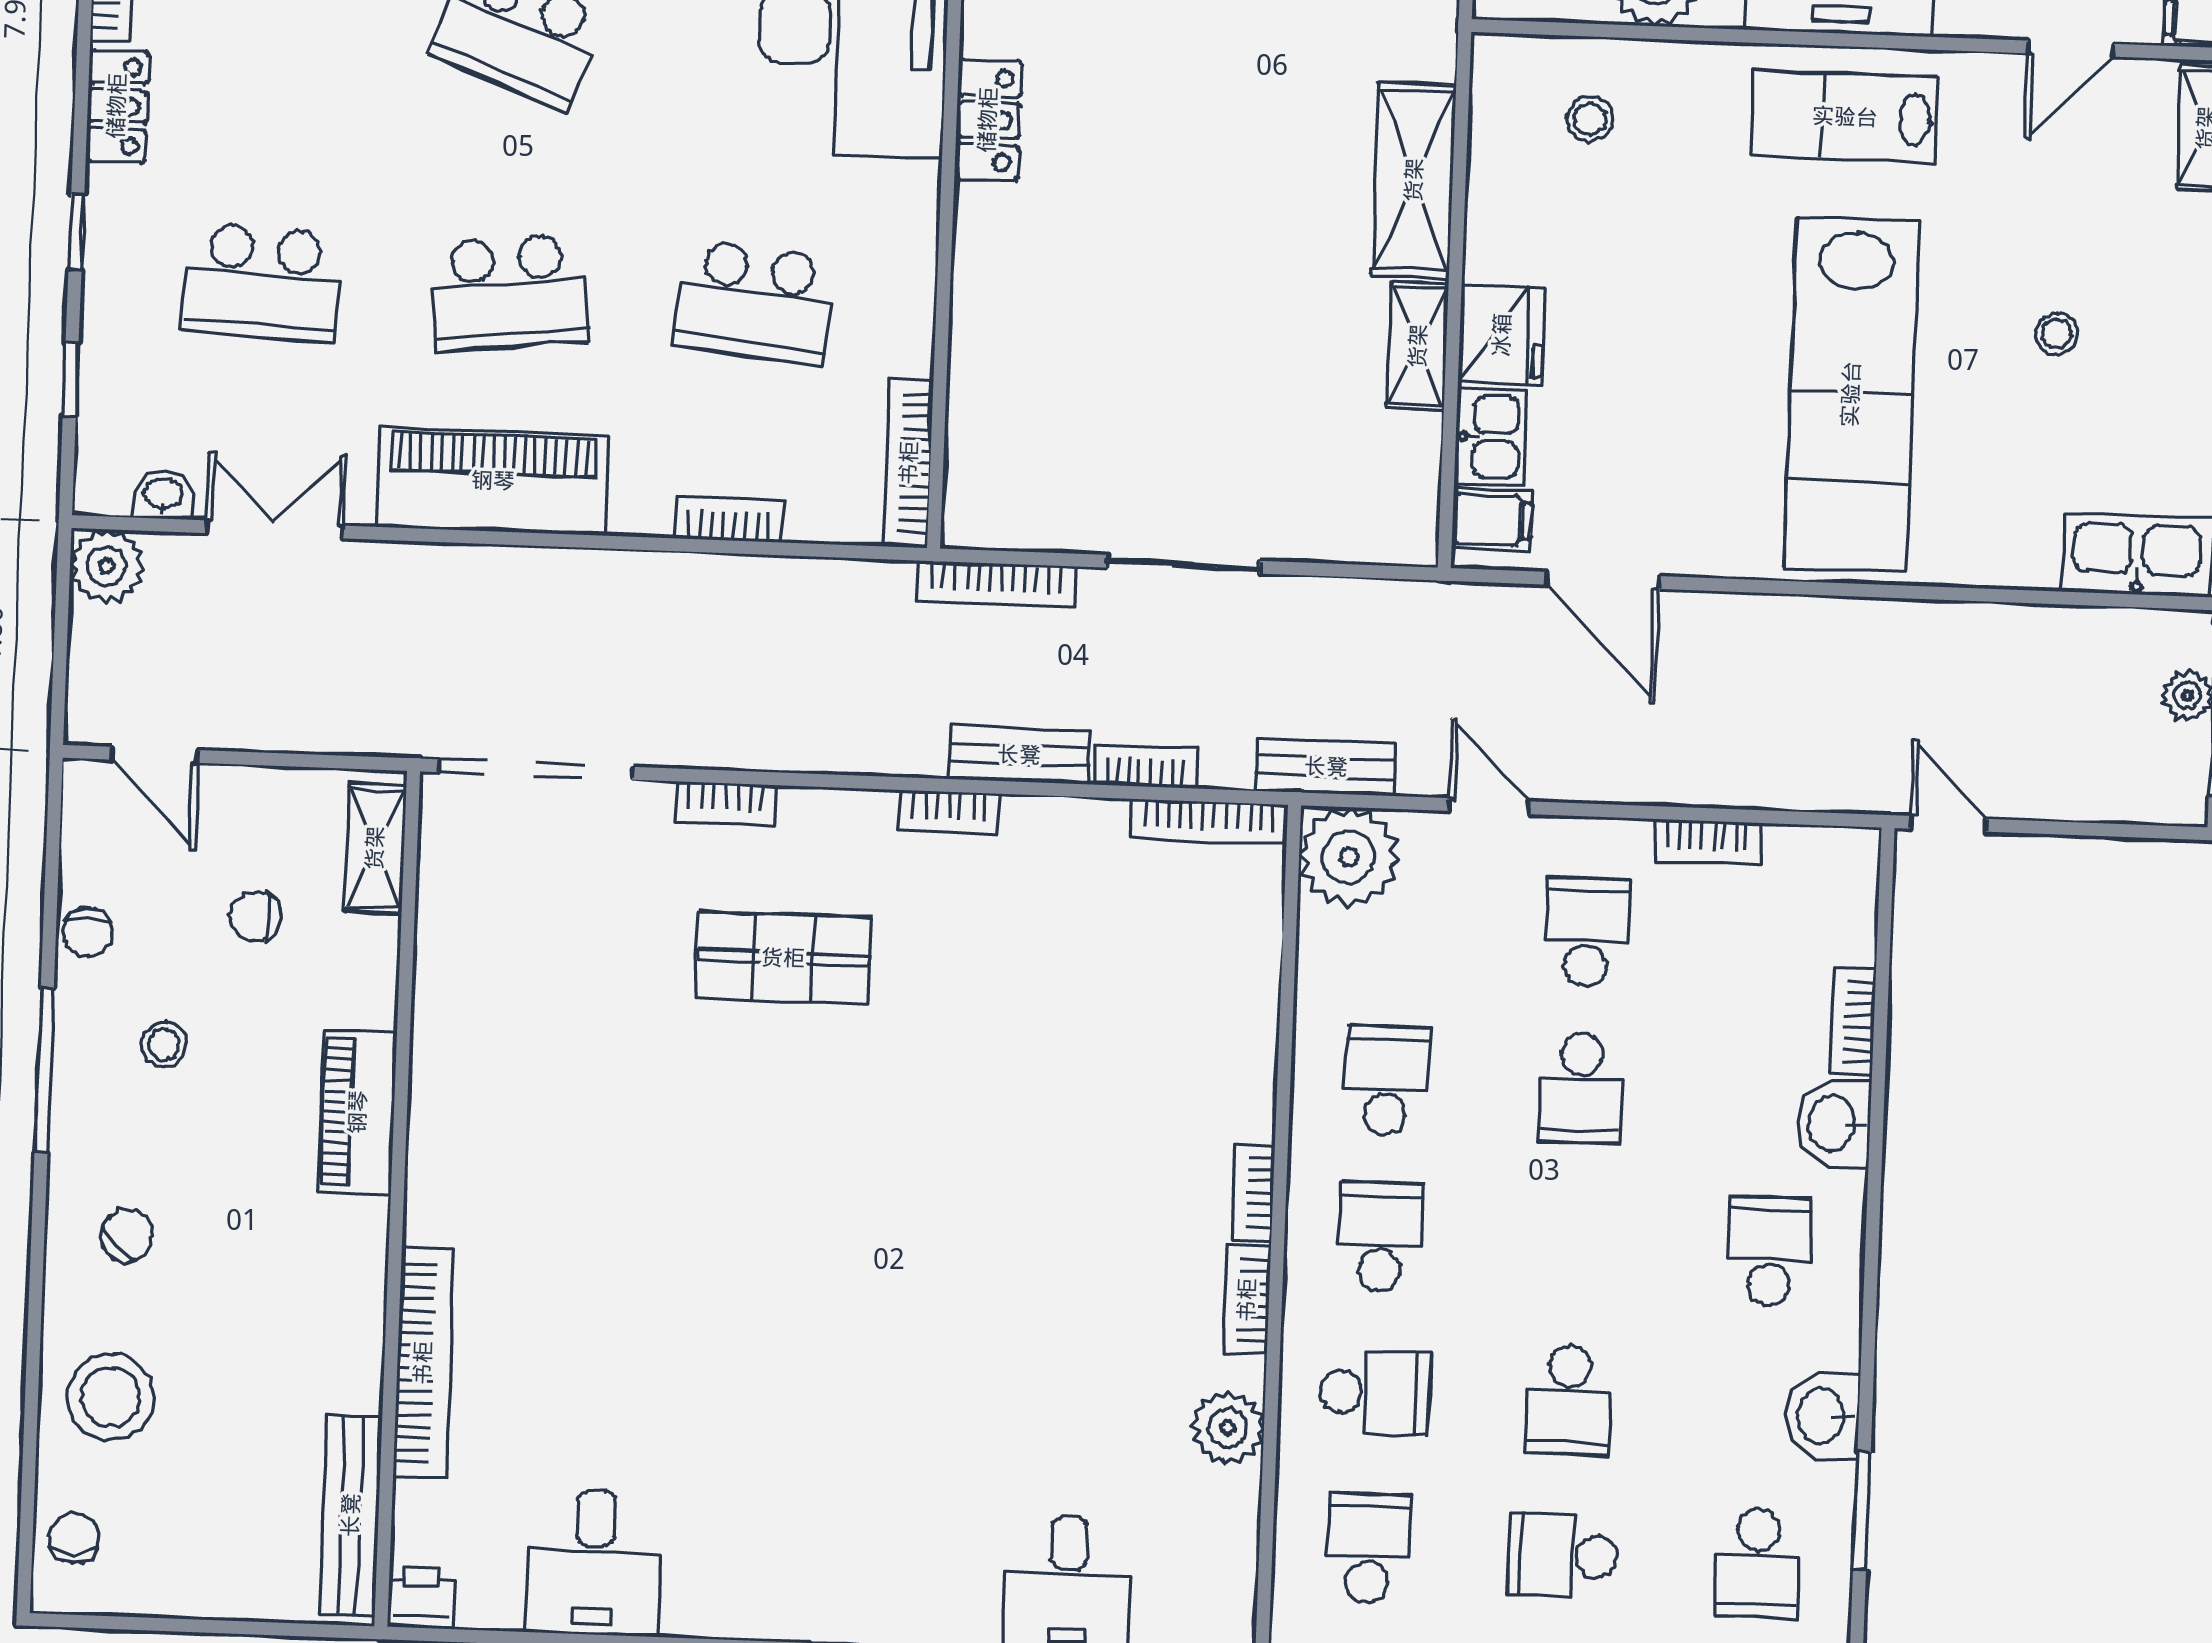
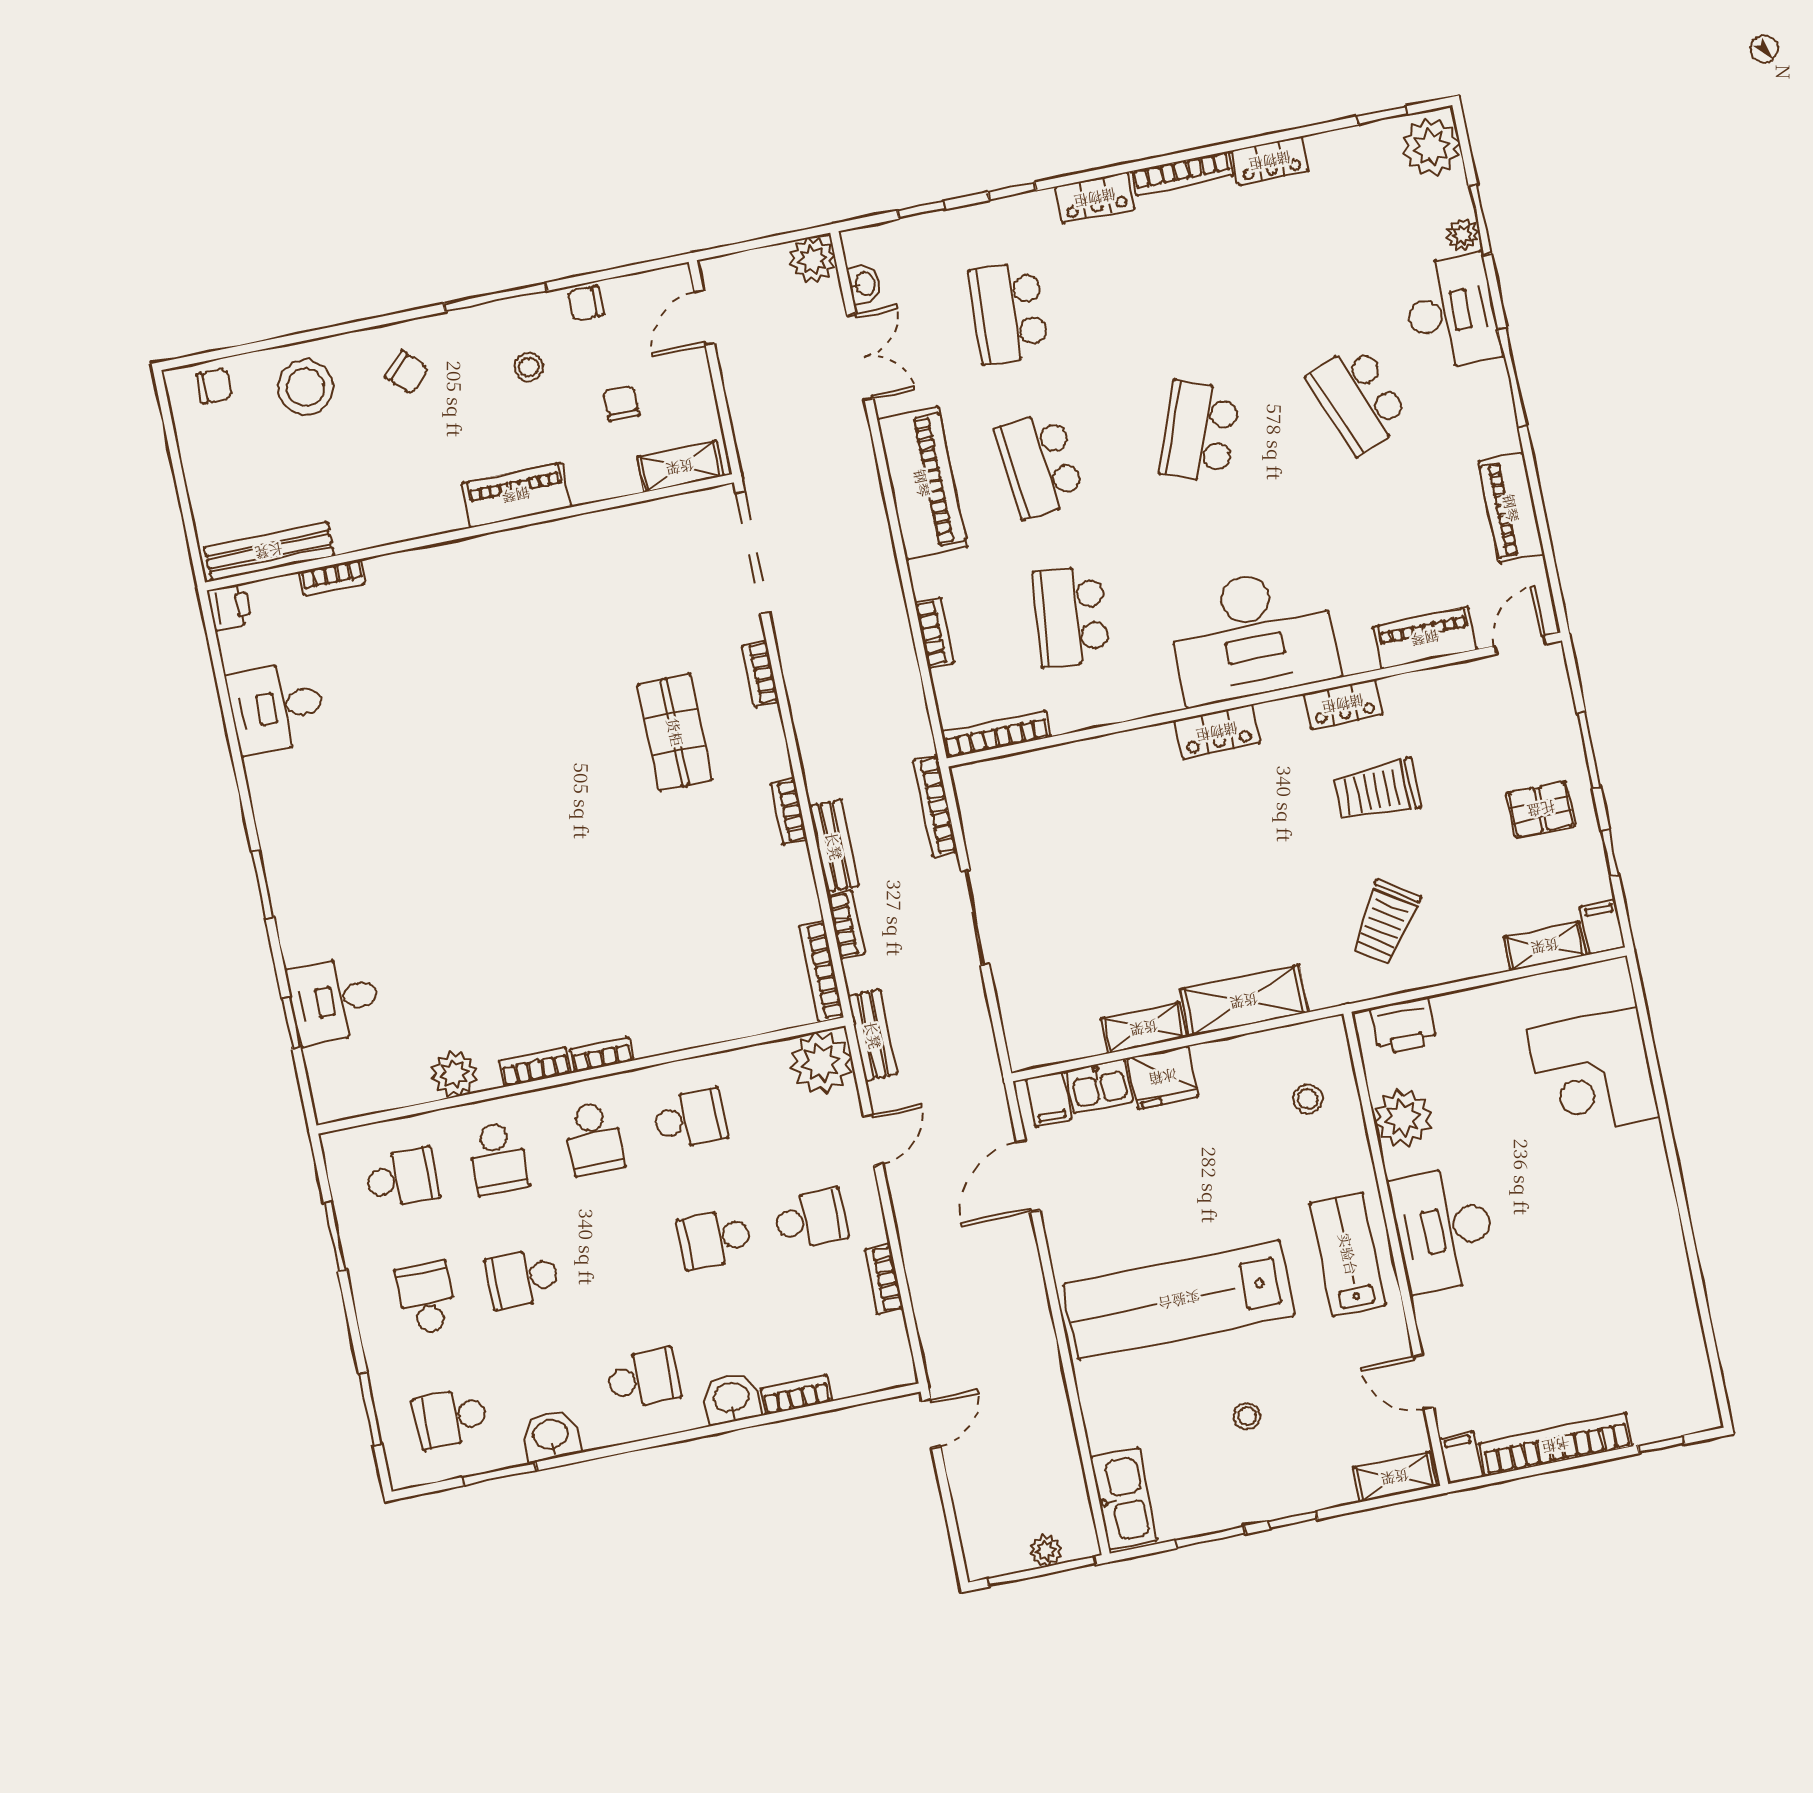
school desk: (1380, 1237) -> (594, 1139), turned 90
bookcase: (423, 1363) -> (332, 577), width x0.43, depth x0.76

